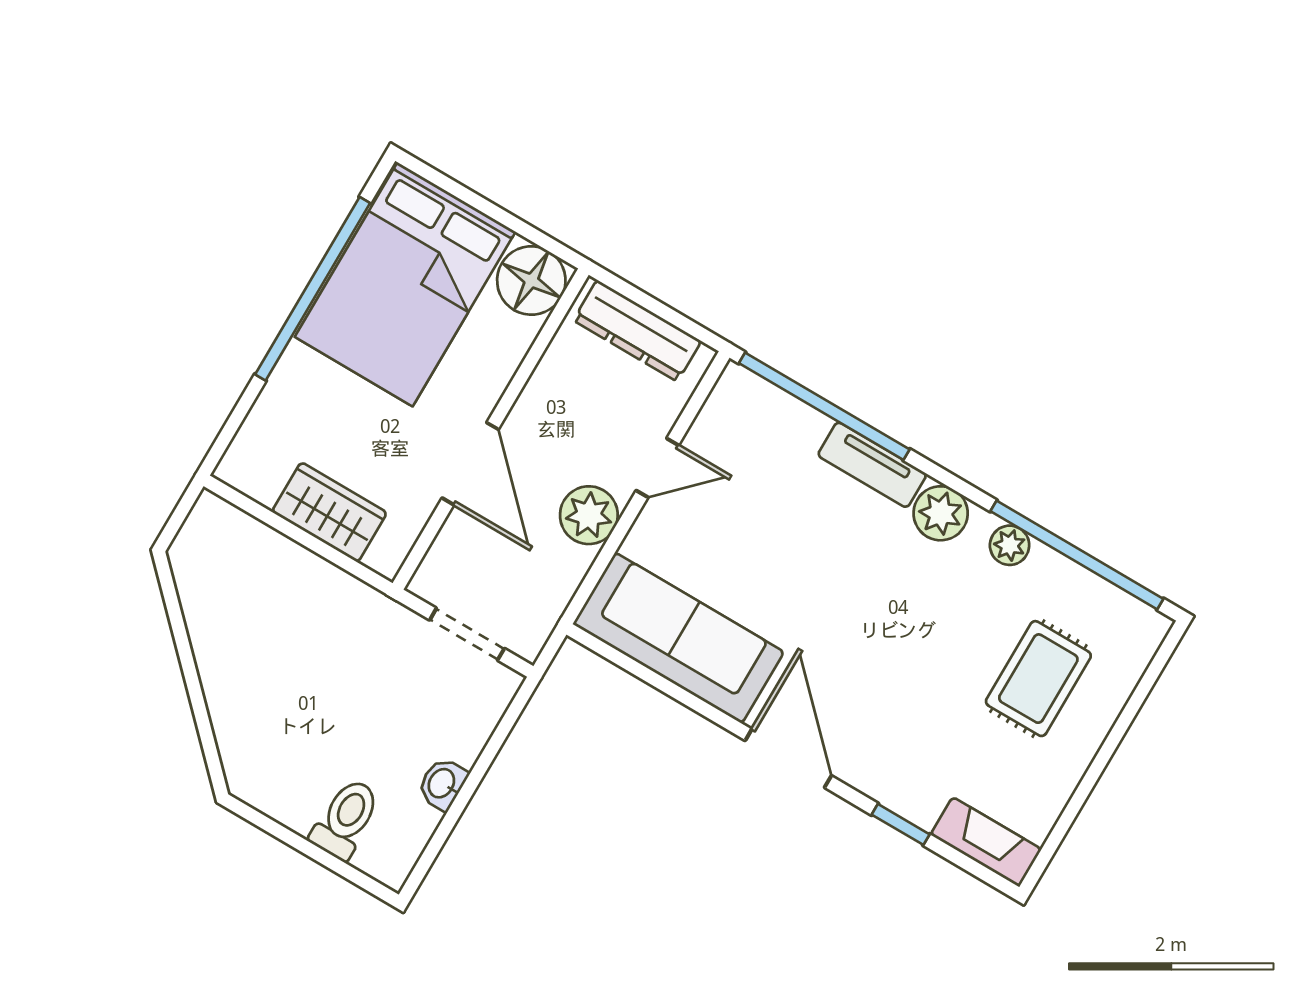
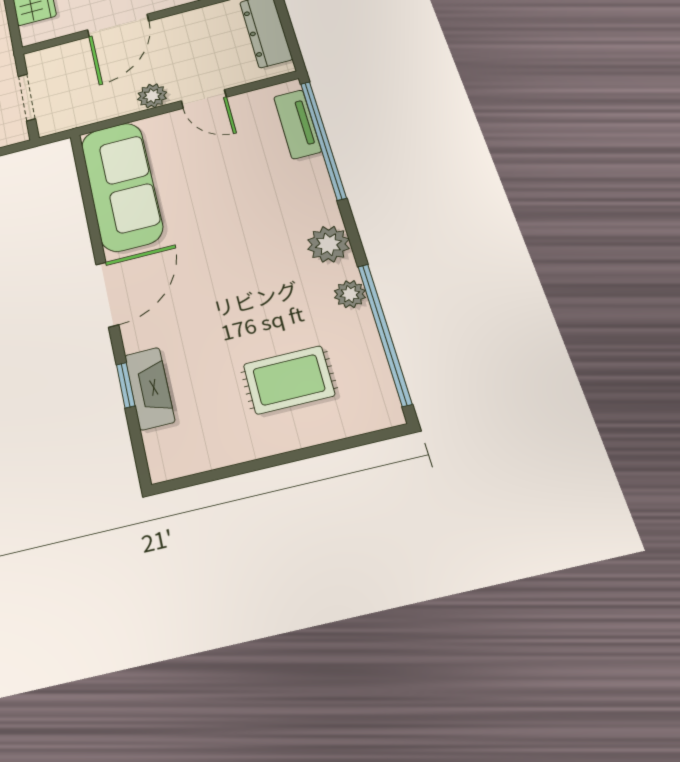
tv unit: (872, 465) -> (297, 124), moved
plant: (589, 515) -> (152, 96), width x0.73, depth x0.73
fireplace: (986, 842) -> (150, 388), moved

